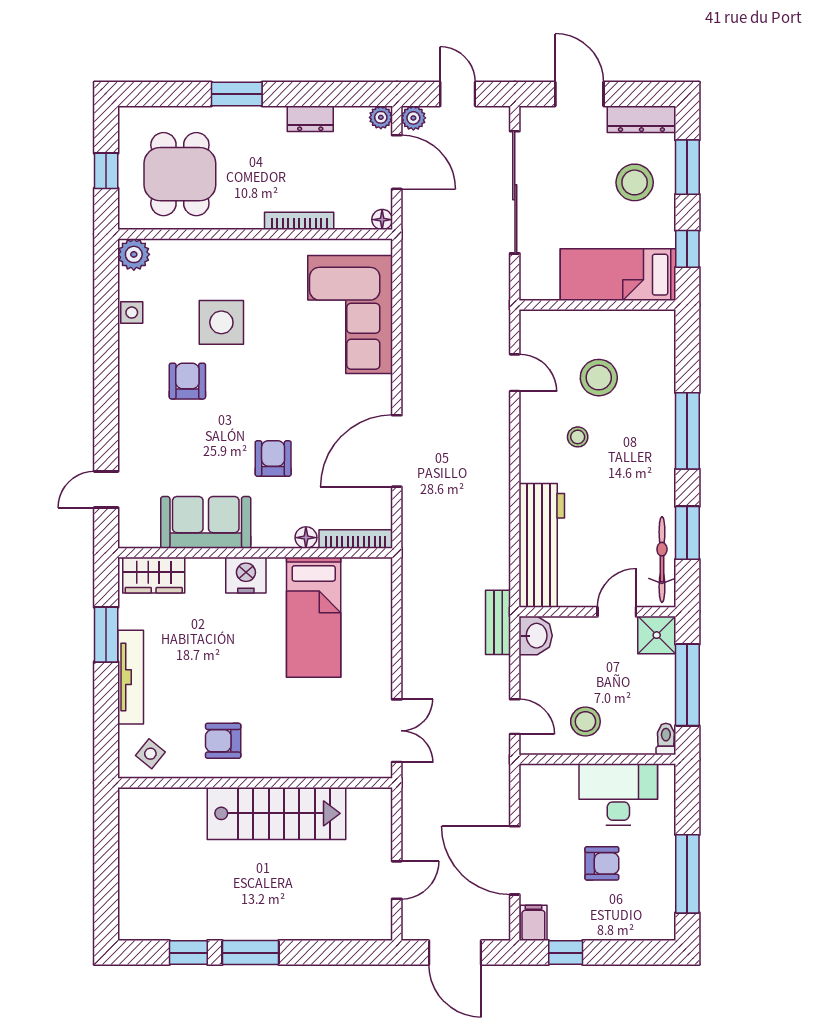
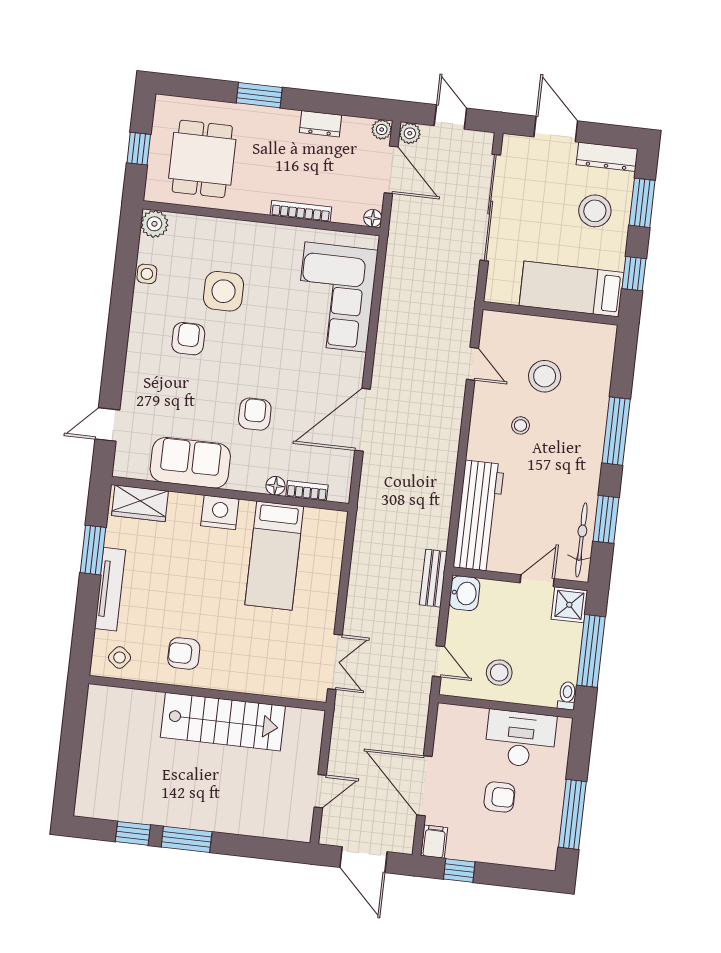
bookcase: (356, 539) -> (307, 491), width x0.64

